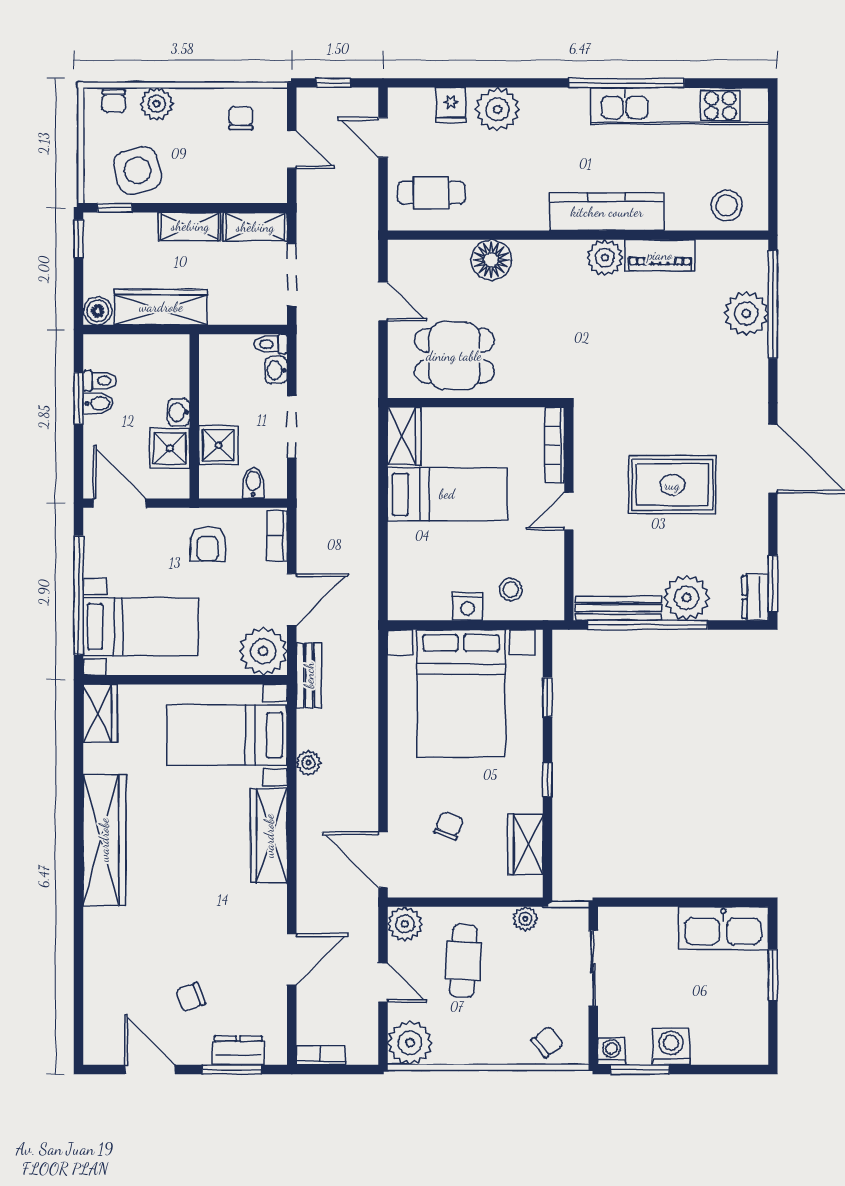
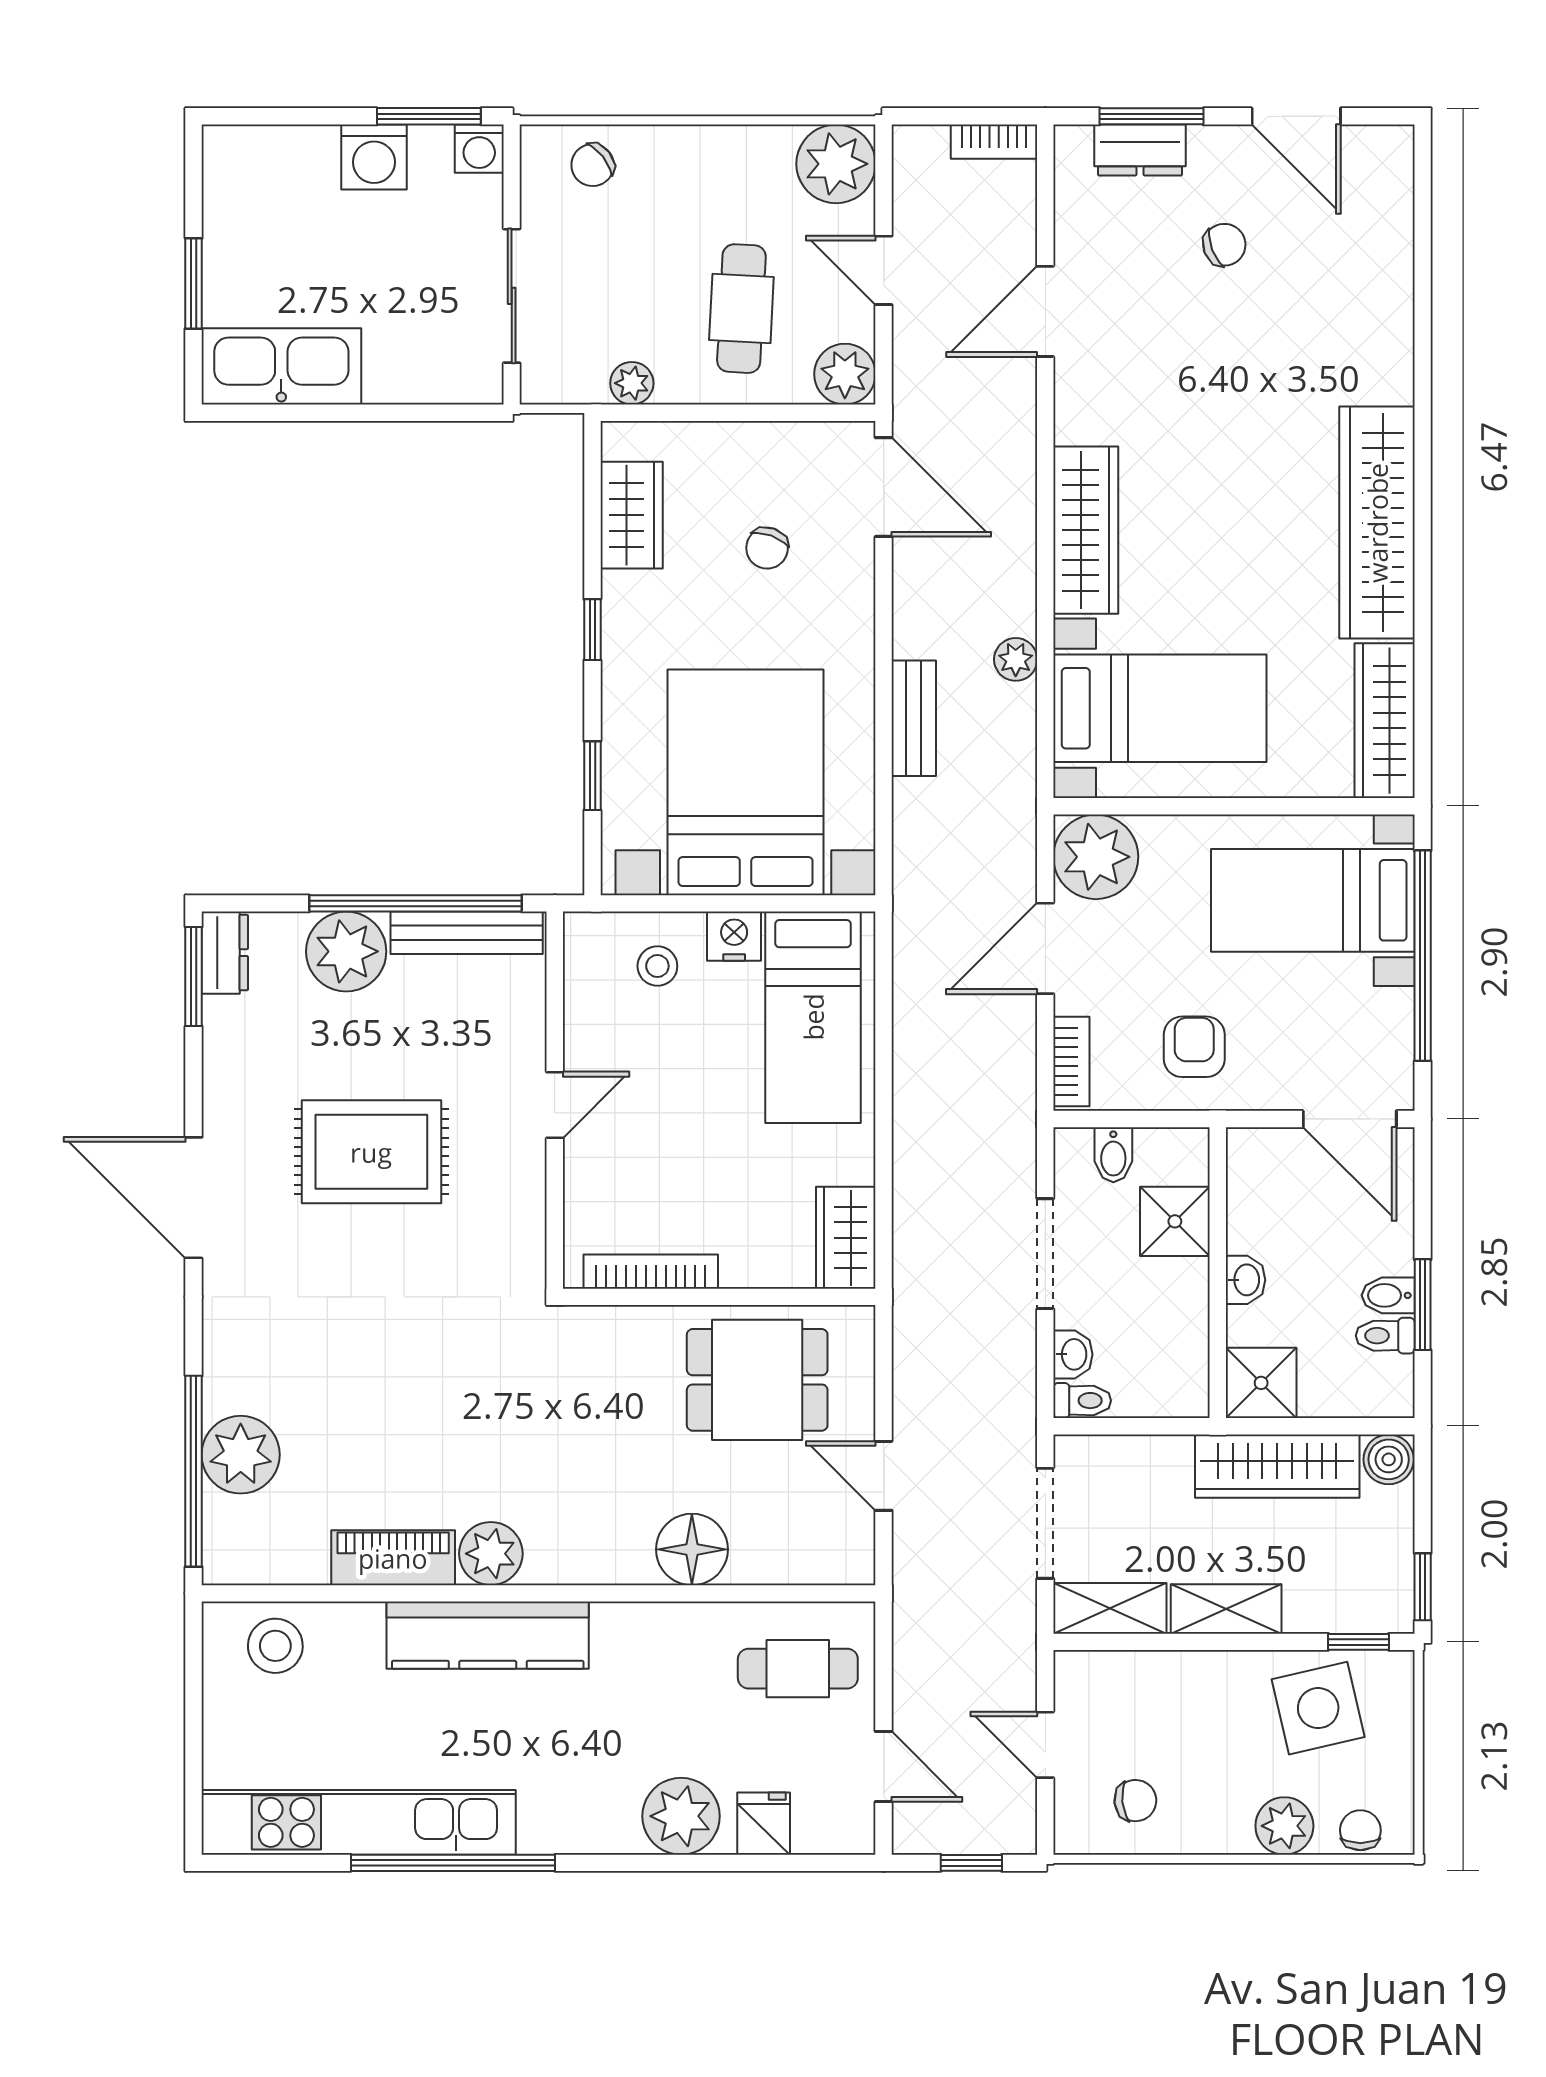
chair: (241, 118) -> (1135, 1801), turned -96
bookcase: (555, 445) -> (651, 1272), moved, turned -90
shower: (170, 448) -> (1261, 1383), moved
bed: (447, 494) -> (813, 1017), moved, turned -90
bench: (309, 675) -> (914, 718), moved
wardrobe: (100, 714) -> (1385, 721), width x1.50

